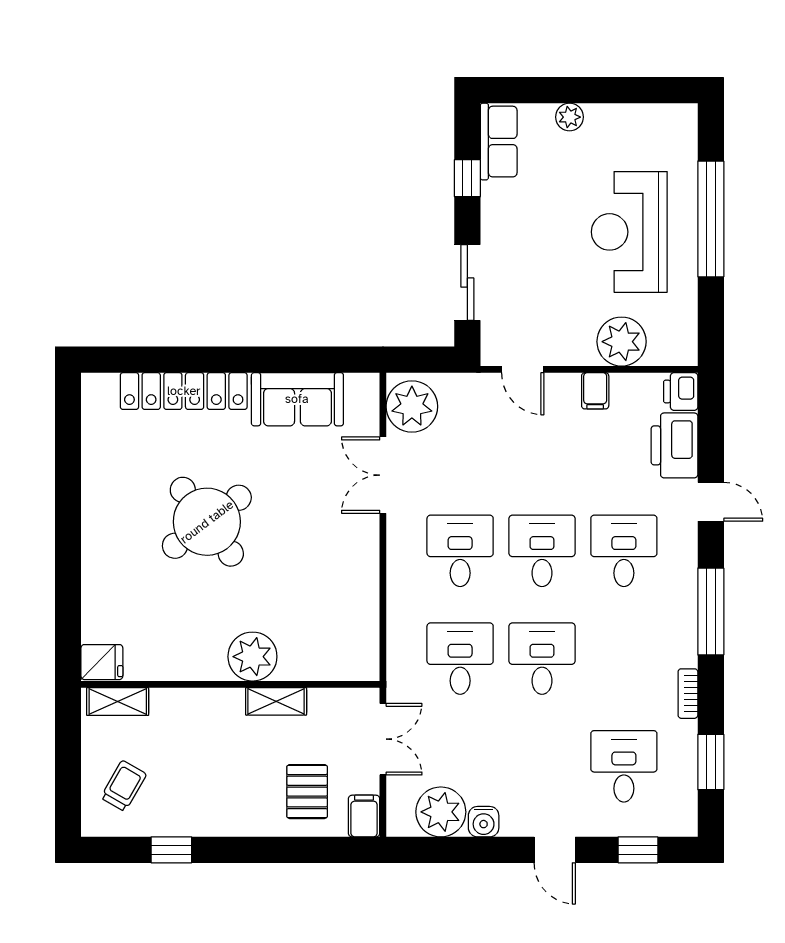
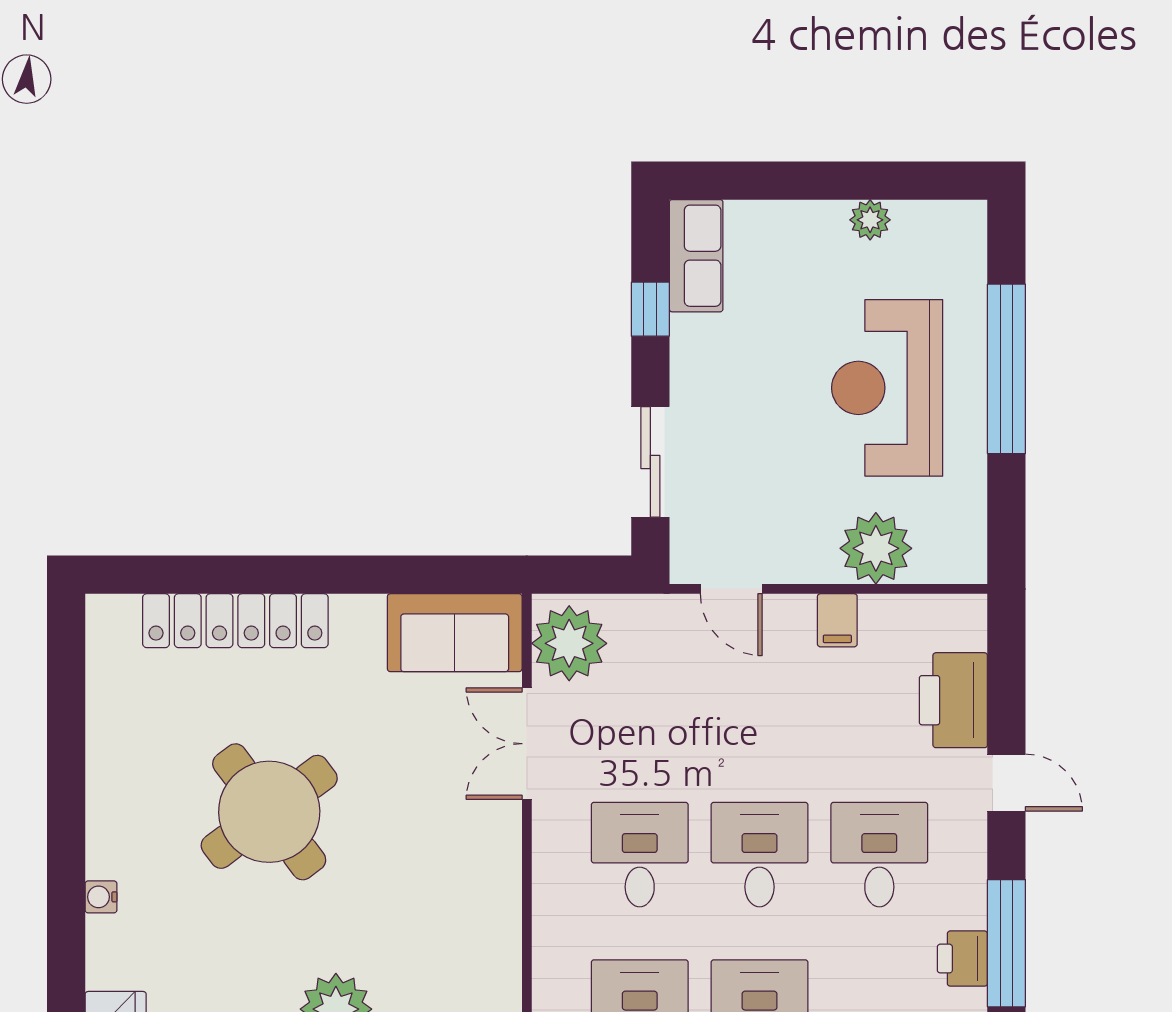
plant: (569, 117) -> (870, 220), moved
printer: (681, 391) -> (962, 959), moved
sofa: (297, 399) -> (455, 633), moved
water cooler: (92, 580) -> (101, 897), added

